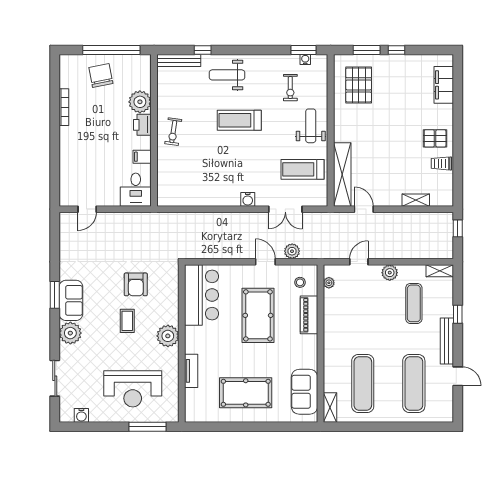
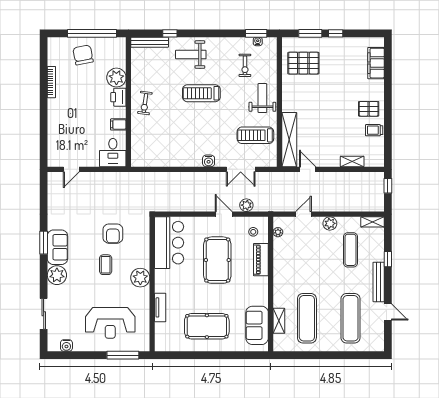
pallet: (359, 85) -> (303, 63), turned 90
shelving: (330, 407) -> (279, 321), moved

